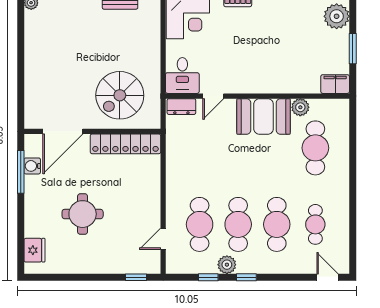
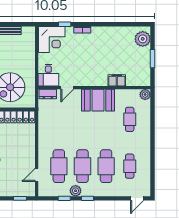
filing cabinet: (335, 84) -> (117, 80), moved
plant: (300, 107) -> (145, 95), moved
cafe table: (315, 148) -> (130, 119), width x0.73, depth x0.74
door: (328, 277) -> (137, 198), swing flipped

